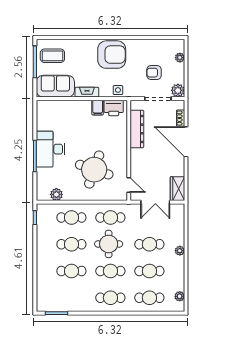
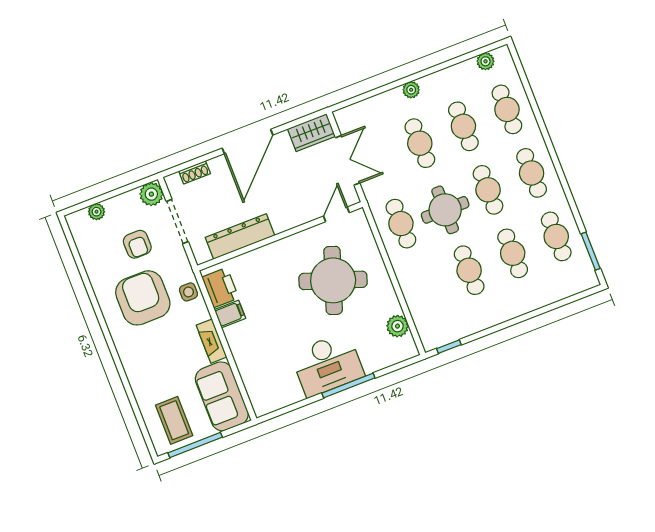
armchair: (112, 55) -> (143, 298), moved
door: (186, 142) -> (248, 142), moved
cafe table: (71, 218) -> (556, 236), moved

